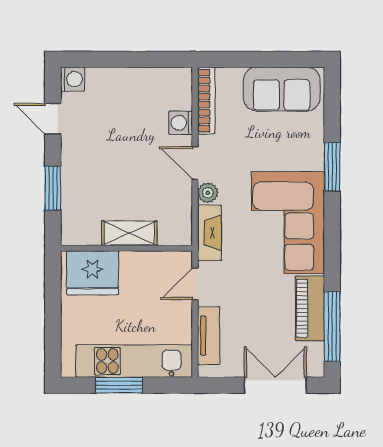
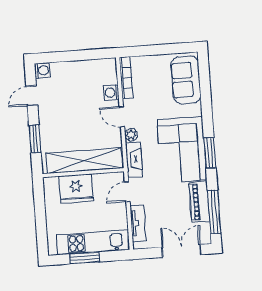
sofa: (282, 89) -> (186, 80), moved, turned 90
door: (53, 119) -> (32, 96), hinge flipped
window: (332, 167) -> (210, 153), moved
shelving: (129, 233) -> (84, 161), width x2.20, depth x1.33
fridge: (92, 273) -> (76, 188), moved

